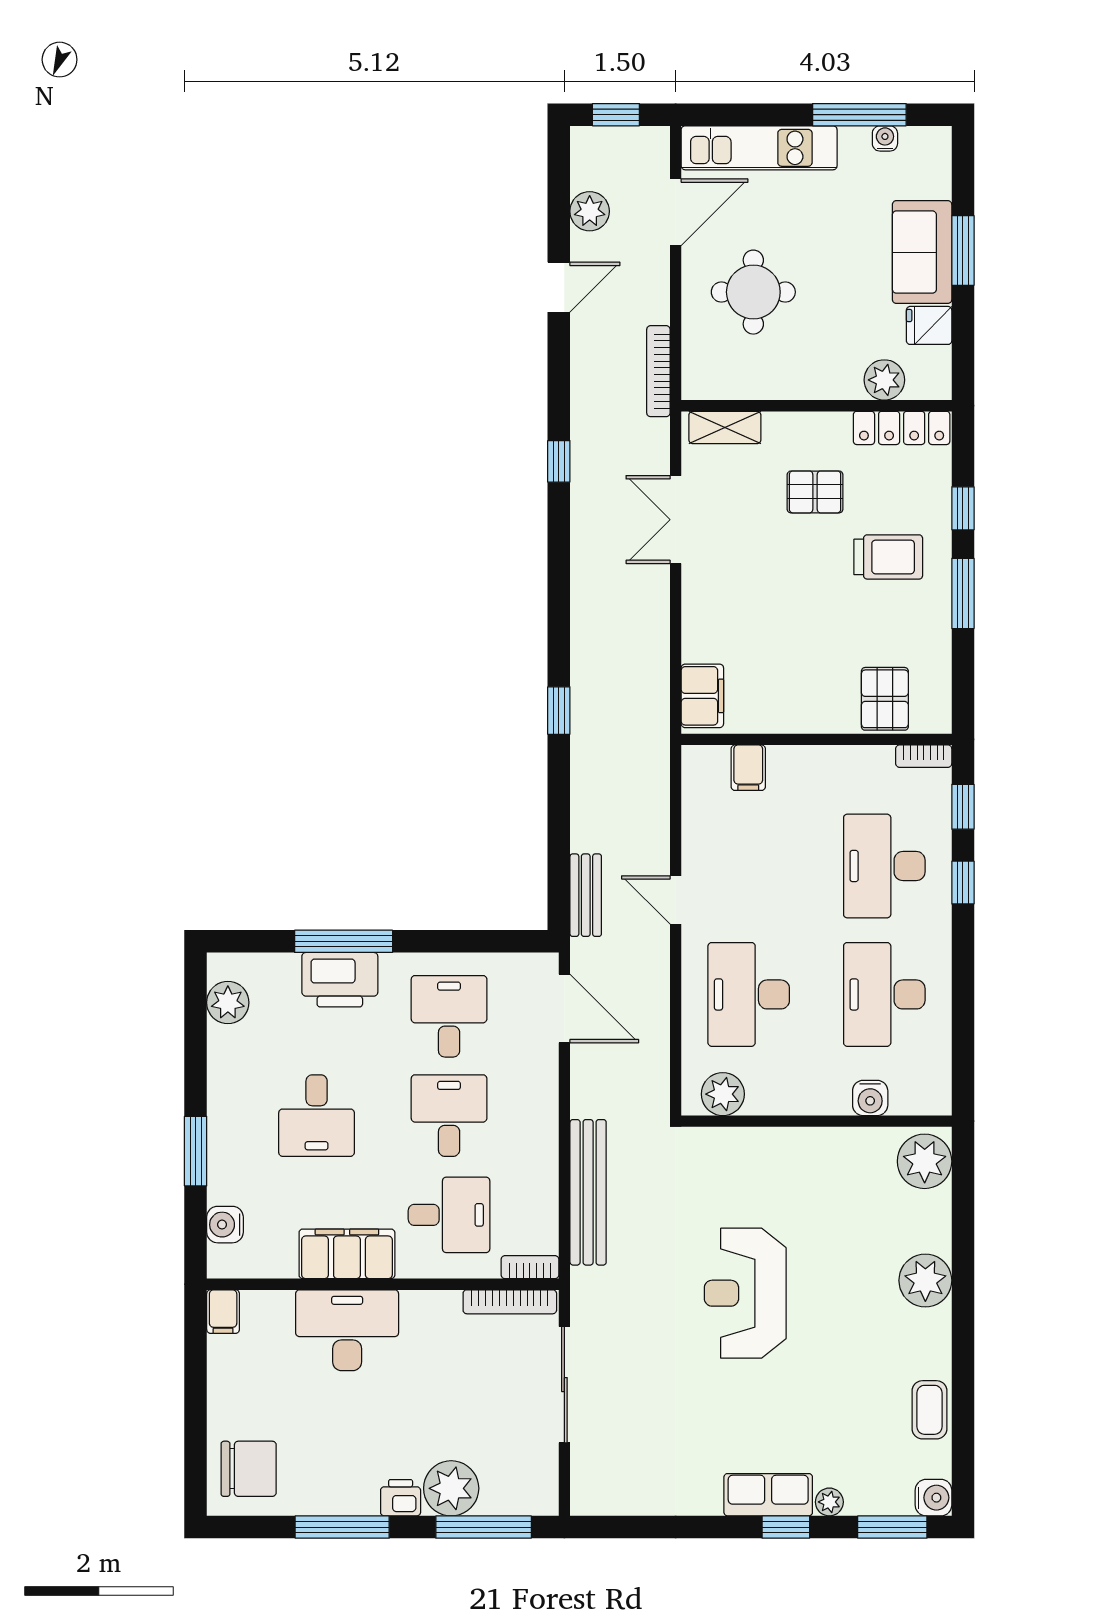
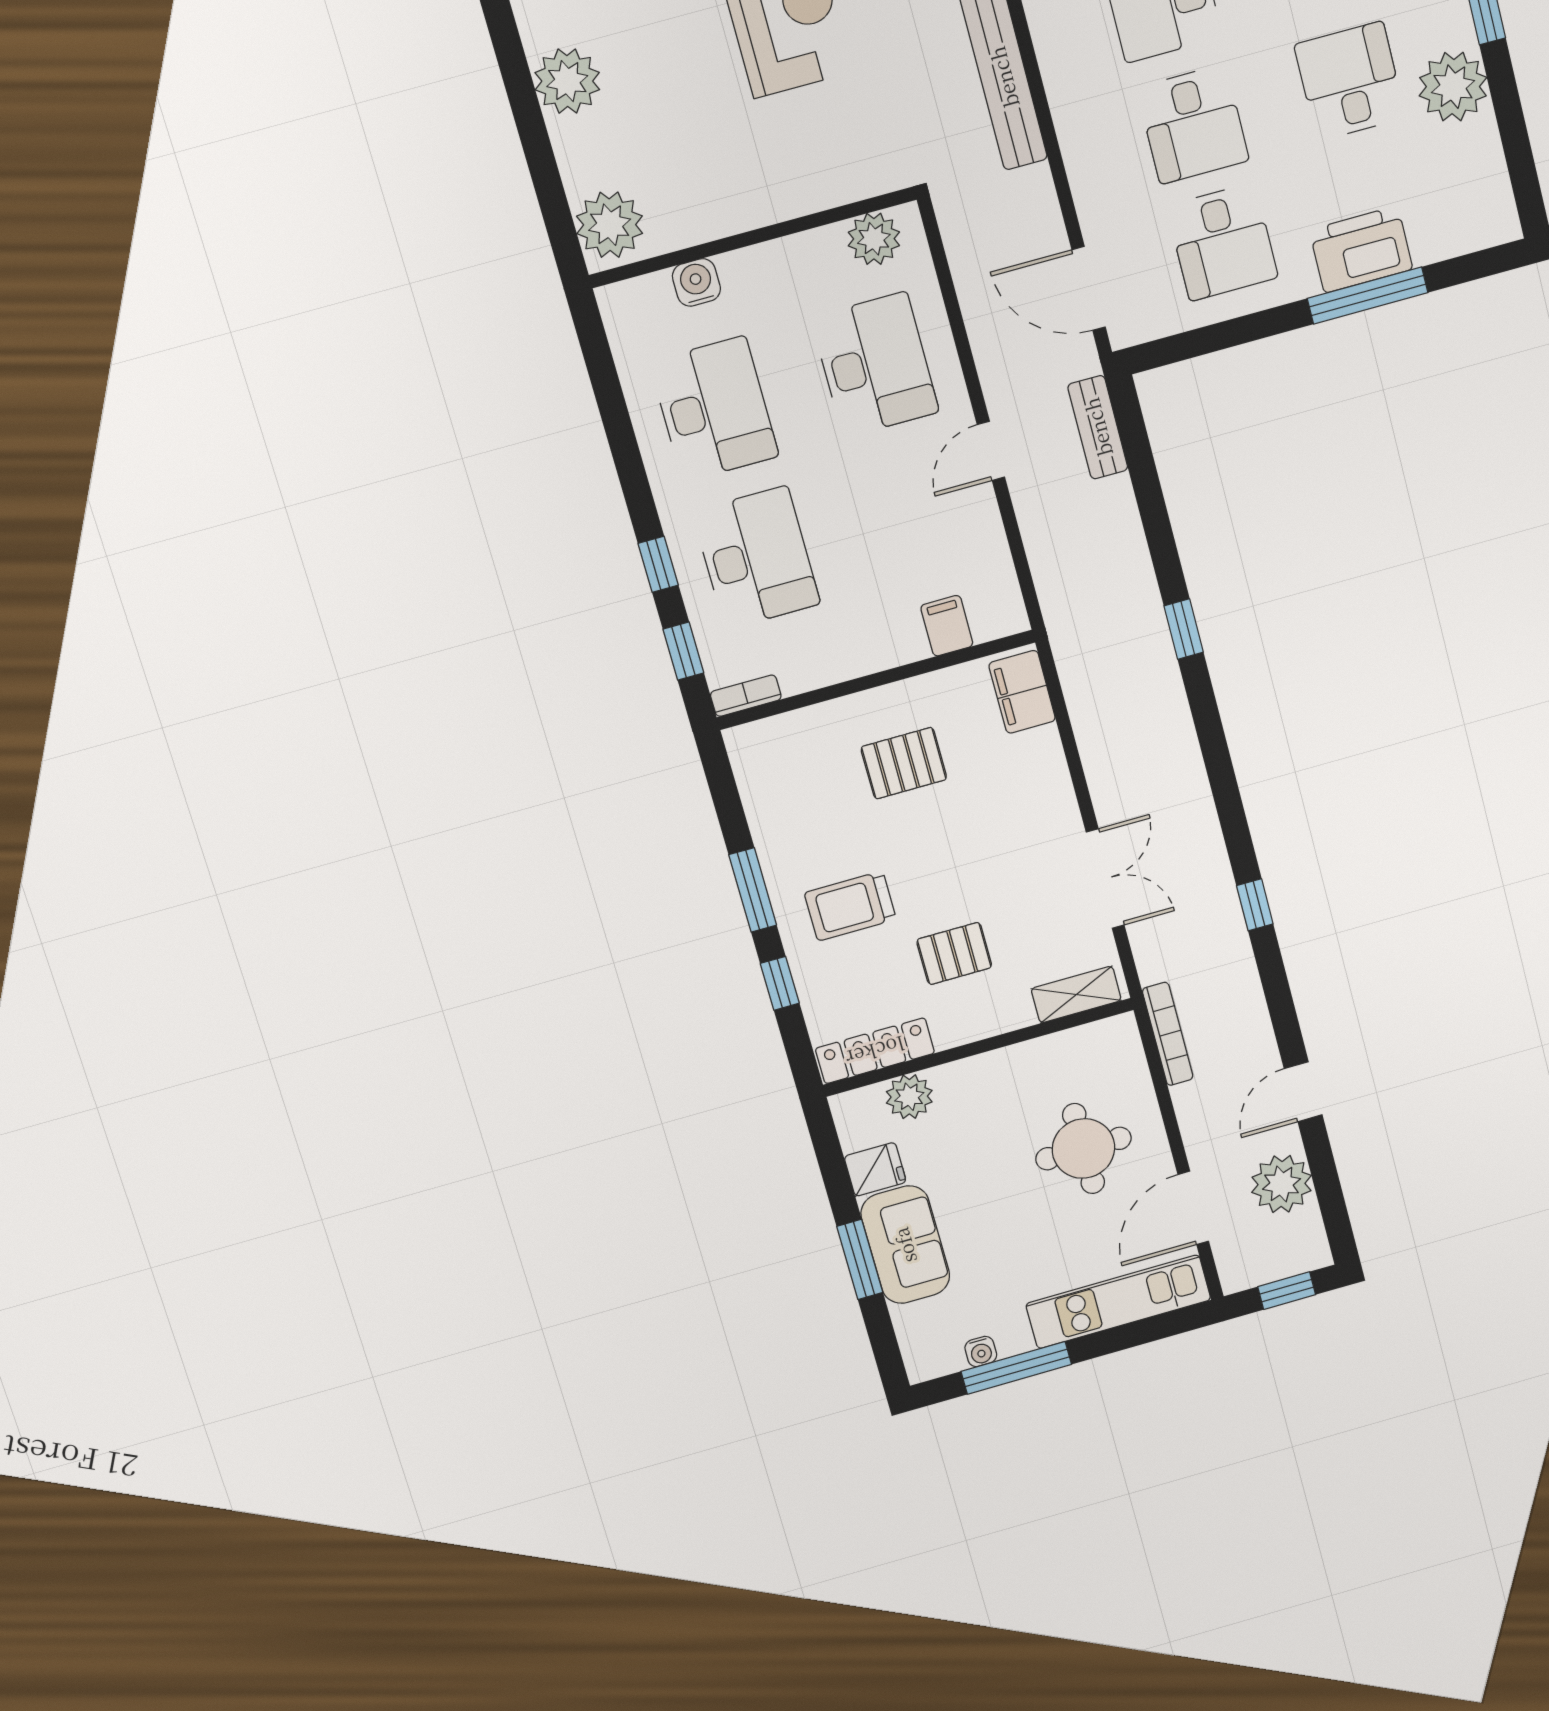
plant: (590, 211) -> (1282, 1184), width x1.36, depth x1.36
pallet: (885, 699) -> (904, 763), moved, turned 90
door: (676, 900) -> (991, 451), swing flipped
plant: (228, 1003) -> (1453, 87), moved, width x1.36, depth x1.36

